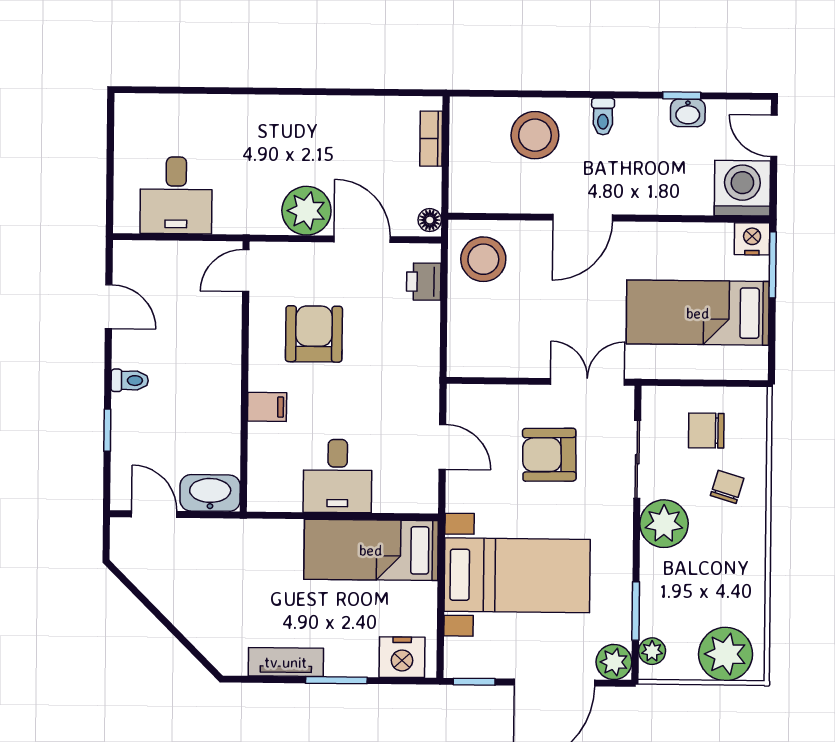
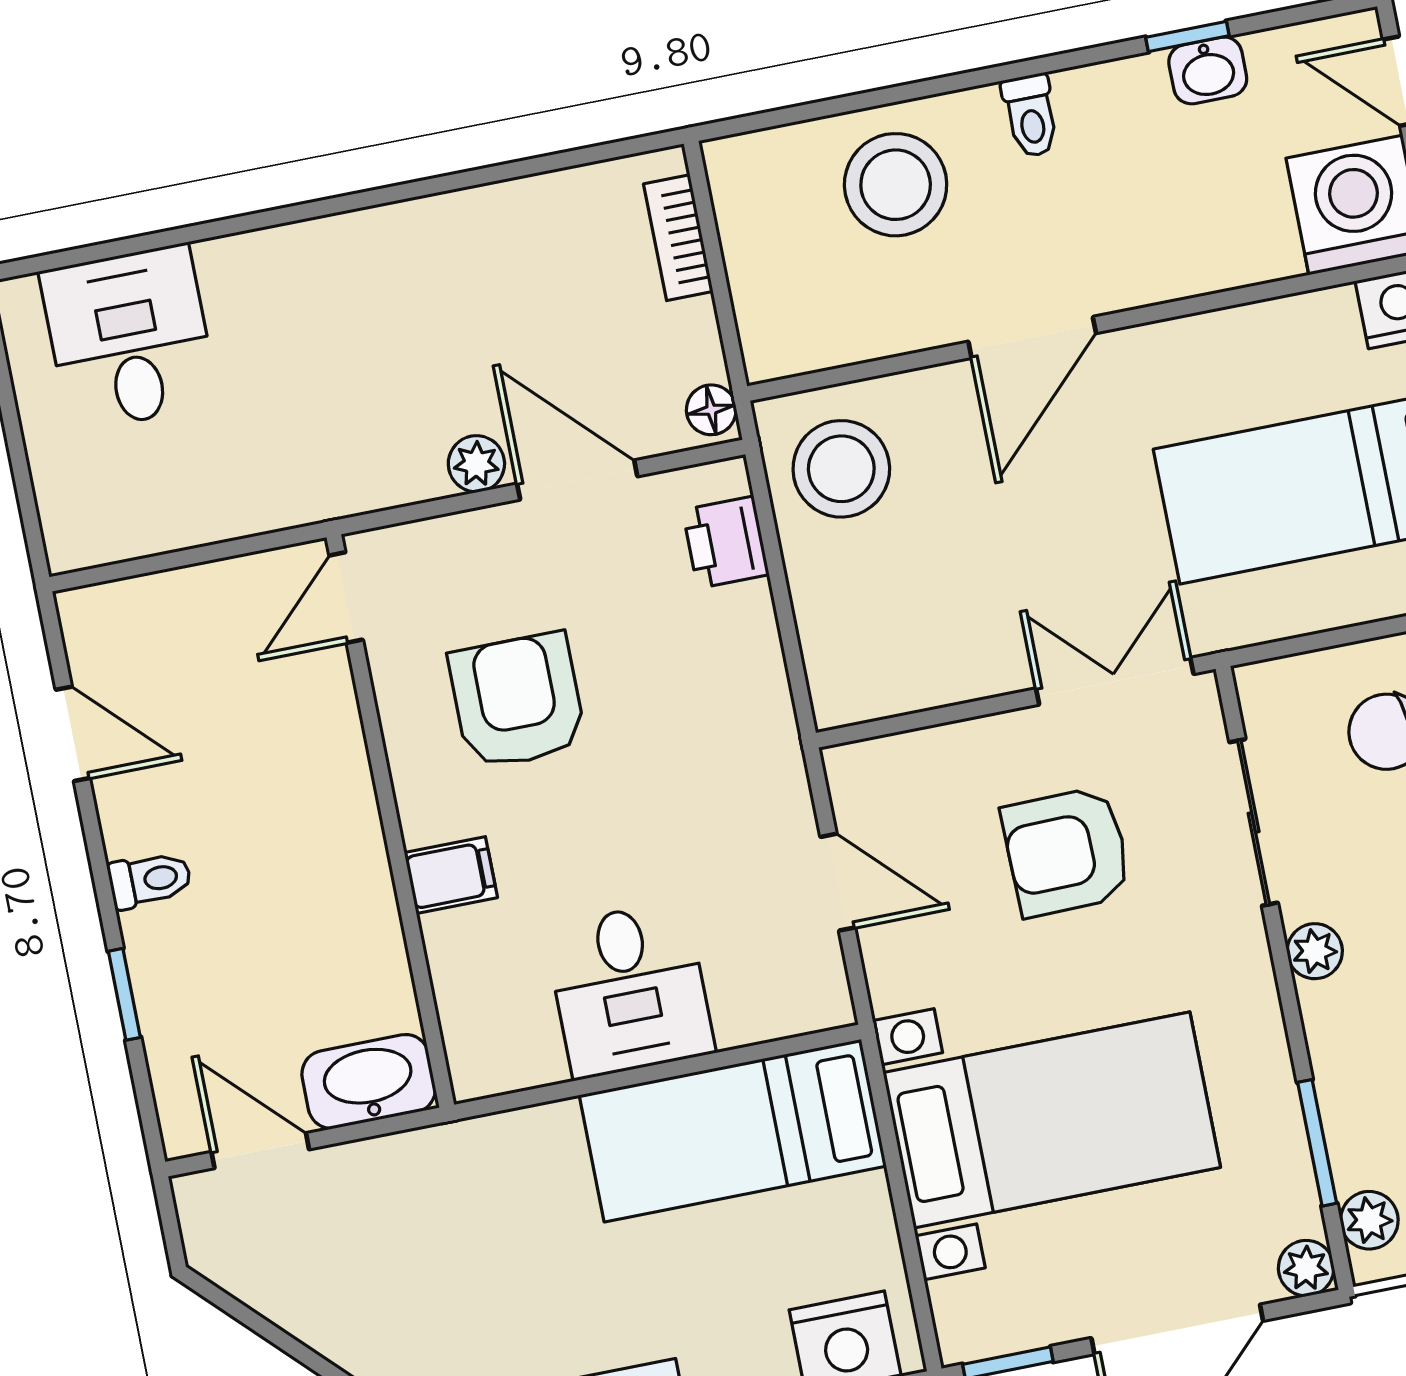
desk: (176, 195) -> (129, 338), moved, turned 180
plant: (306, 211) -> (476, 464), width x0.53, depth x0.53
plant: (664, 524) -> (1315, 951), width x0.53, depth x0.53
plant: (614, 662) -> (1306, 1268), width x0.73, depth x0.73

